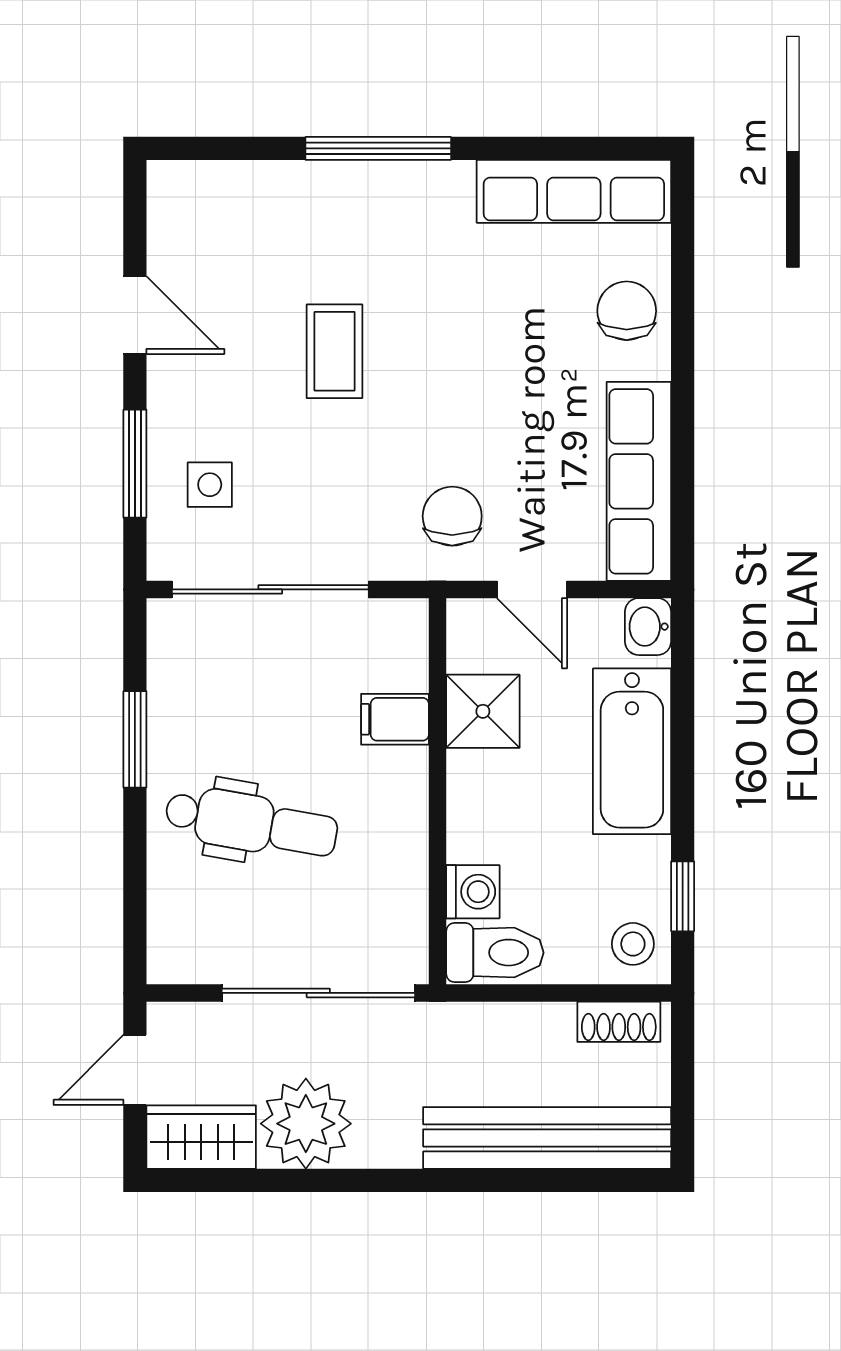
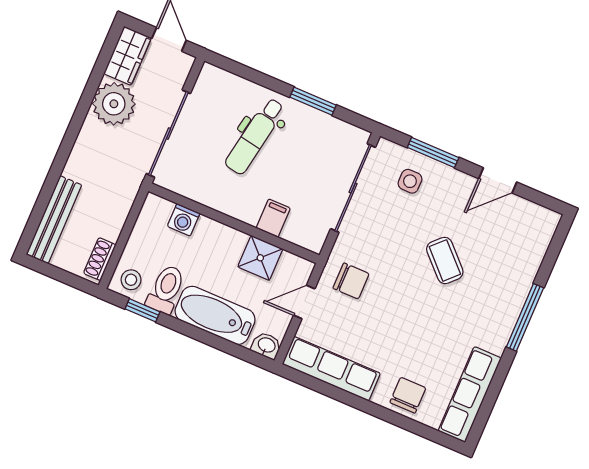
chair: (627, 311) -> (408, 395), turned -90
coffee table: (335, 351) -> (445, 260), turned 45
toilet: (495, 953) -> (166, 289), moved, turned 180
bench: (547, 1138) -> (54, 220), width x0.73, depth x0.82

